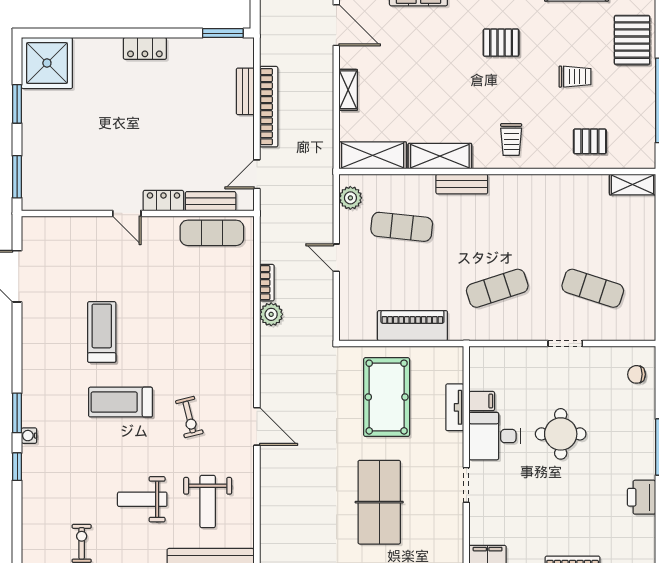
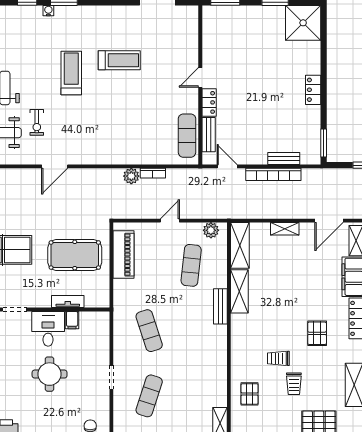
trolley: (511, 140) -> (278, 358), moved
piano: (412, 326) -> (124, 255), moved
exercise bike: (189, 417) -> (37, 122), moved, turned -76

